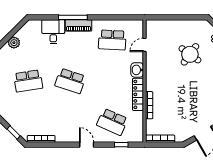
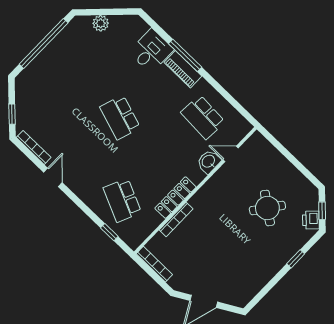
washbasin: (137, 70) -> (209, 162), moved
school desk: (28, 81) -> (77, 76), removed
door: (87, 145) -> (53, 177), moved

